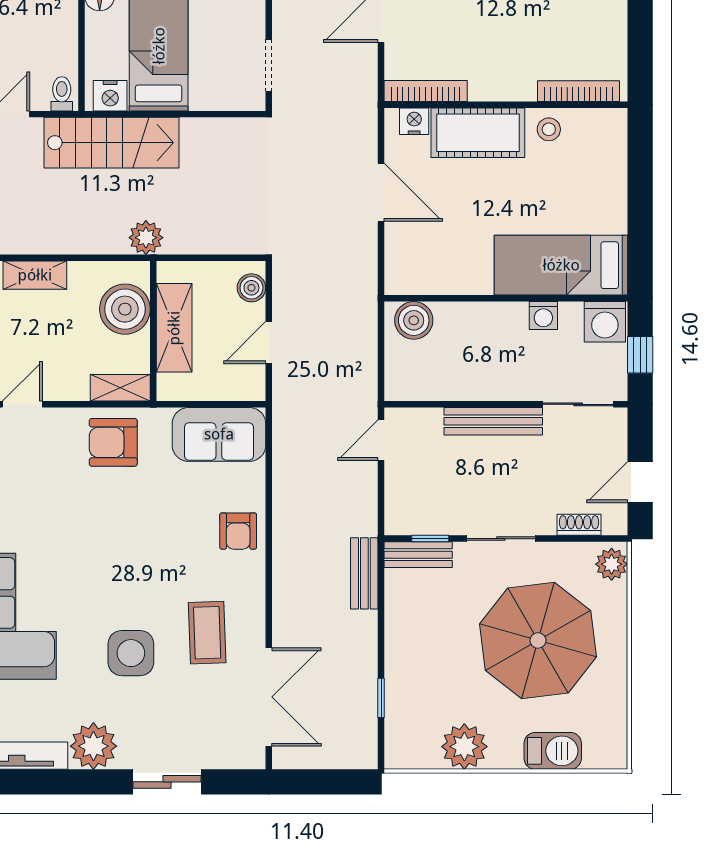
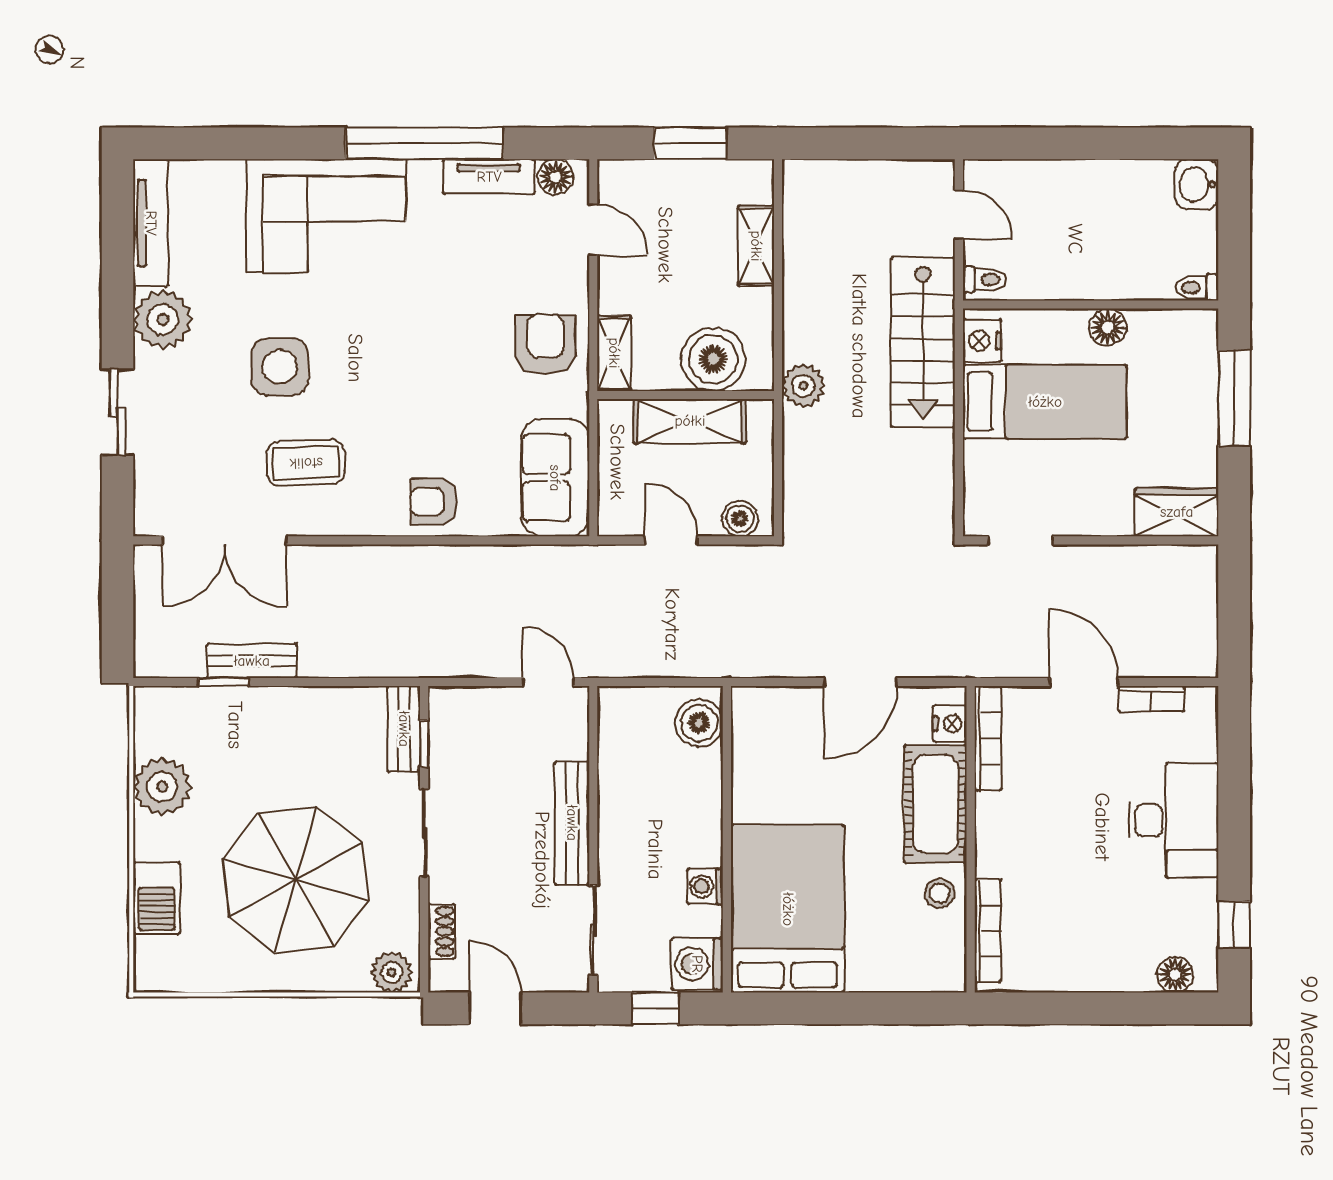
bed: (561, 265) -> (788, 909), width x1.50
bench: (364, 573) -> (252, 661), moved

